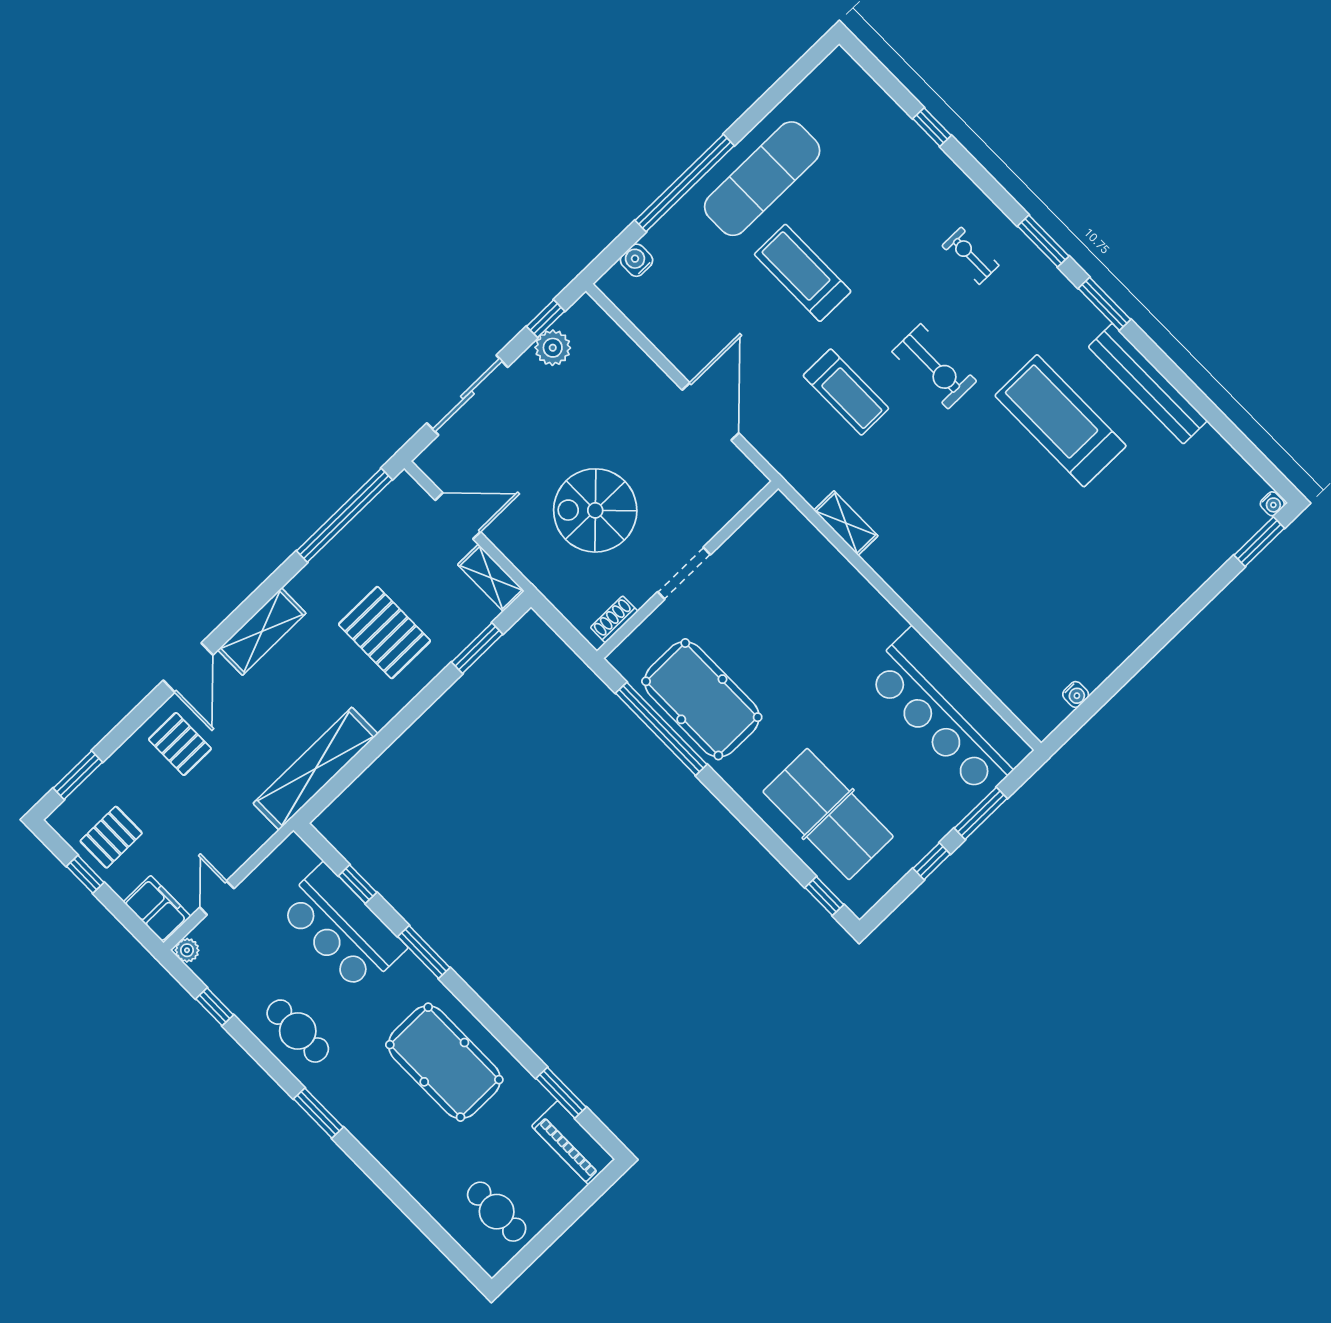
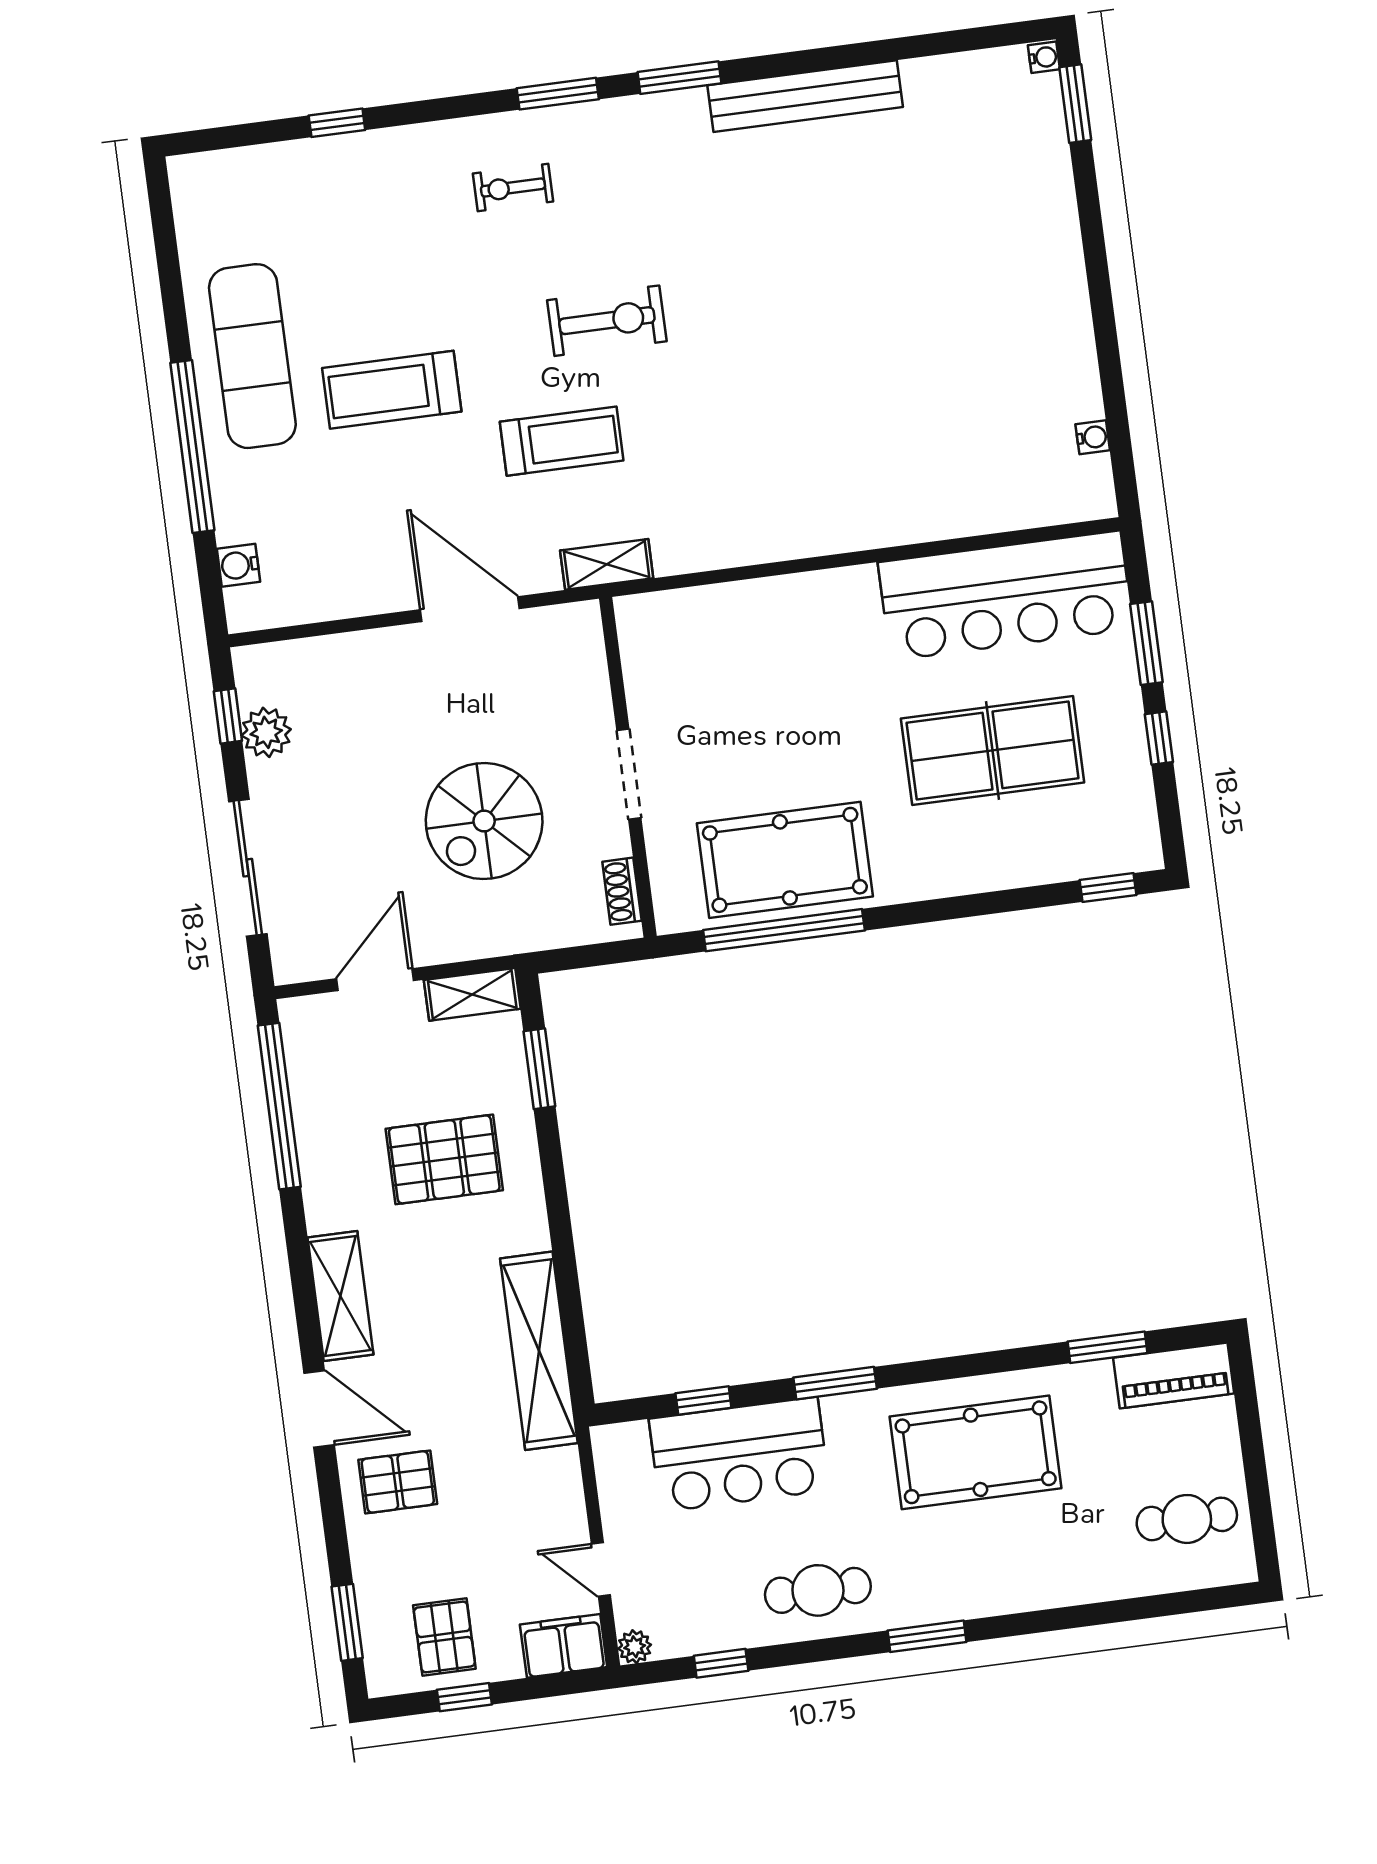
treadmill: (1060, 421) -> (773, 225), removed
shelving: (846, 523) -> (607, 564), moved
table tennis table: (828, 814) -> (993, 751), moved

